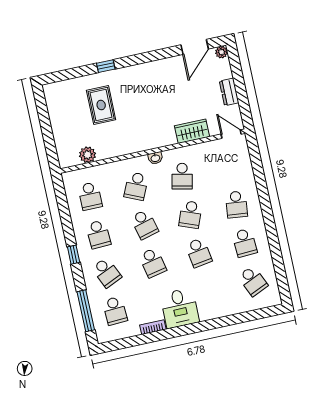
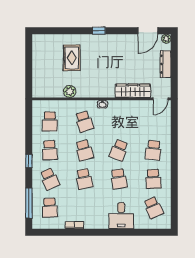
window: (106, 66) -> (99, 31), moved
dresser: (229, 92) -> (166, 64), width x1.44
wardrobe: (192, 131) -> (133, 91), width x1.50
door: (231, 134) -> (161, 99), swing flipped
plant: (88, 155) -> (70, 91), moved
school desk: (182, 176) -> (119, 121), removed
school desk: (136, 186) -> (84, 121), turned -42
desk: (180, 308) -> (121, 216), moved

